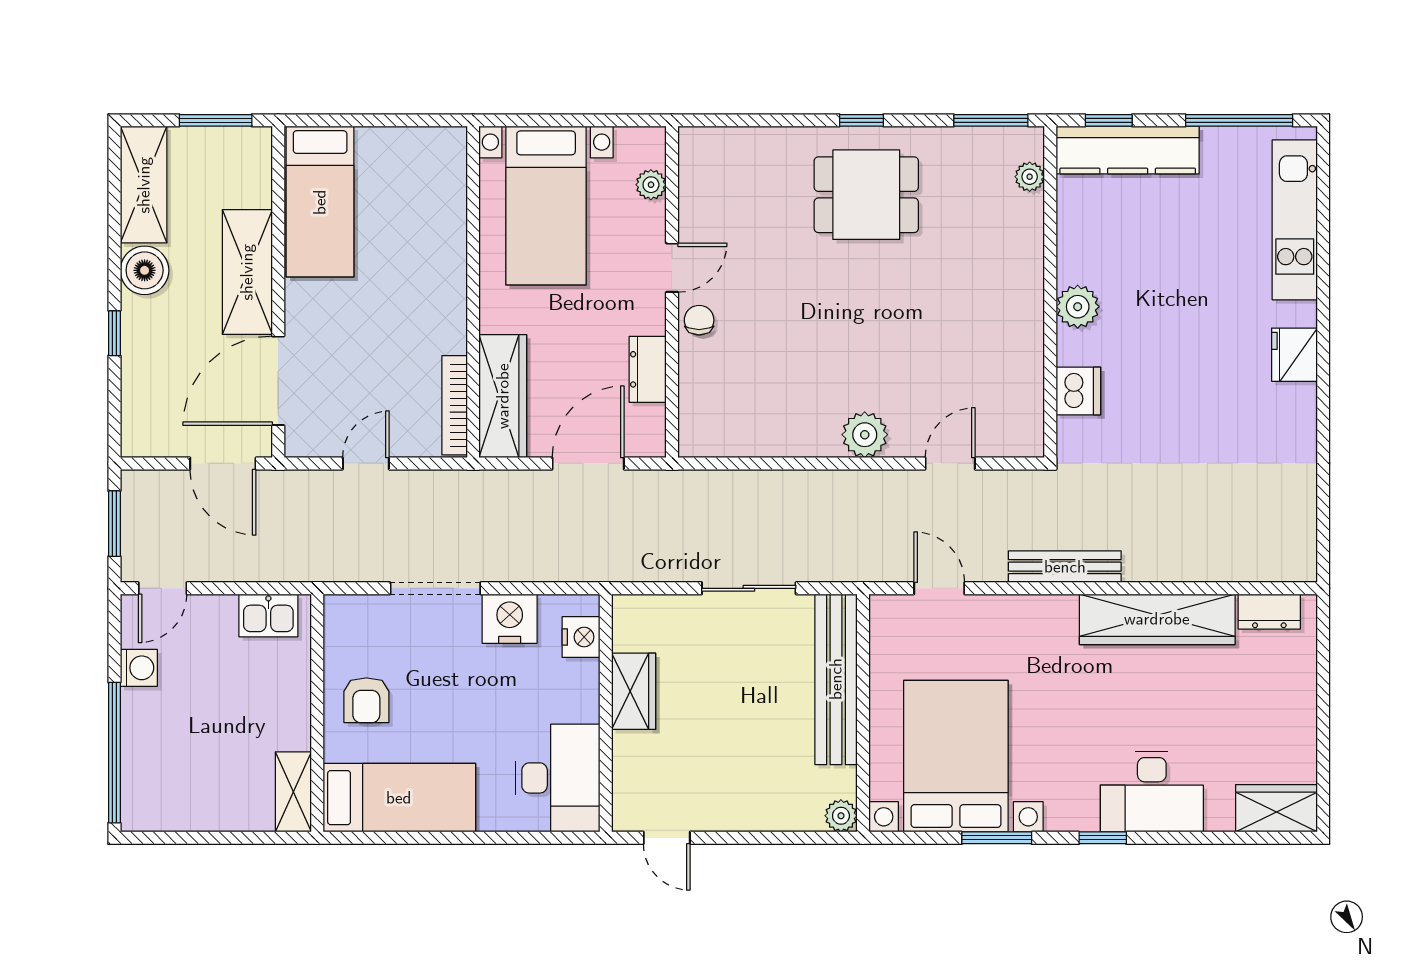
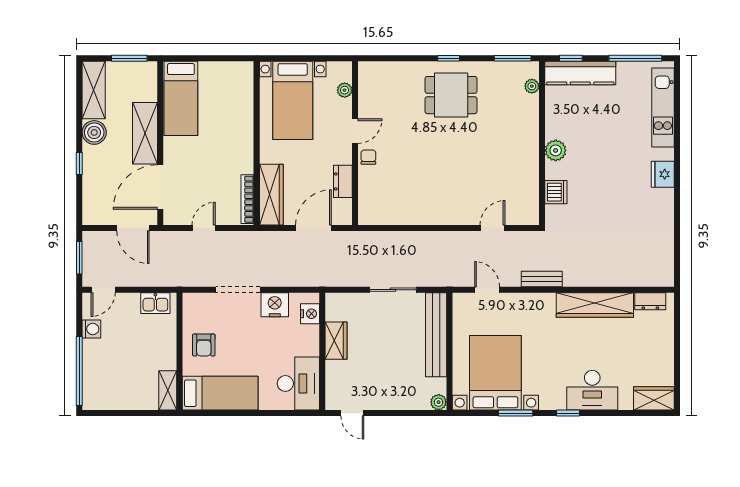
plant: (865, 435) -> (450, 214), removed
bench: (1065, 567) -> (542, 279), width x0.73

